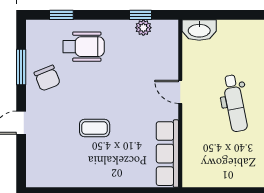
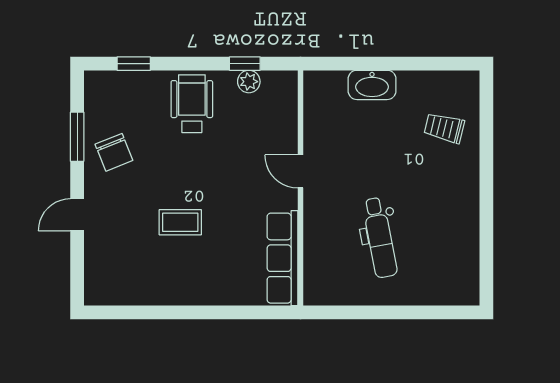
washbasin: (199, 30) -> (372, 85), moved
wheelchair: (84, 47) -> (192, 104), moved, turned -90
dental chair: (235, 103) -> (380, 238), moved

